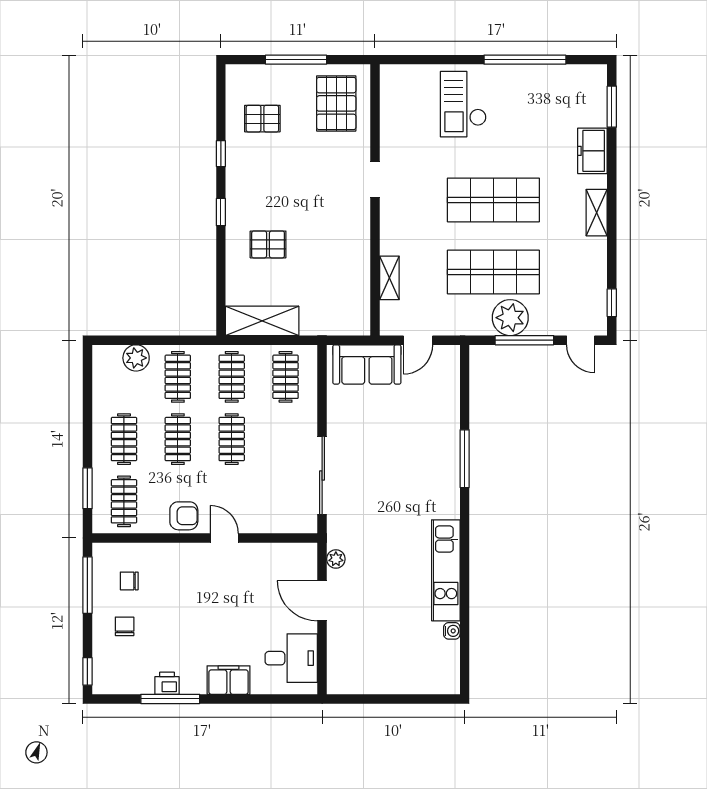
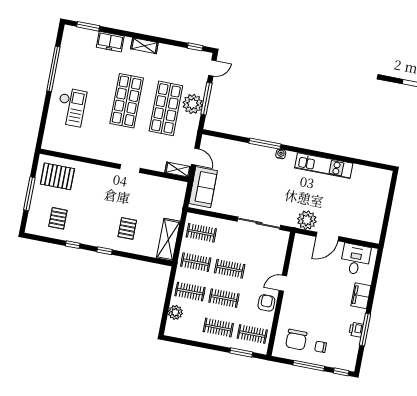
checkout: (463, 104) -> (71, 107), turned -90
doorway: (375, 180) -> (130, 168), moved
shelving: (389, 278) -> (178, 170), moved
plant: (336, 559) -> (307, 220), width x1.88, depth x1.88
chair: (129, 581) -> (296, 340), width x1.87, depth x1.87
window: (87, 585) -> (309, 366), moved
water cooler: (452, 631) -> (281, 154), moved

